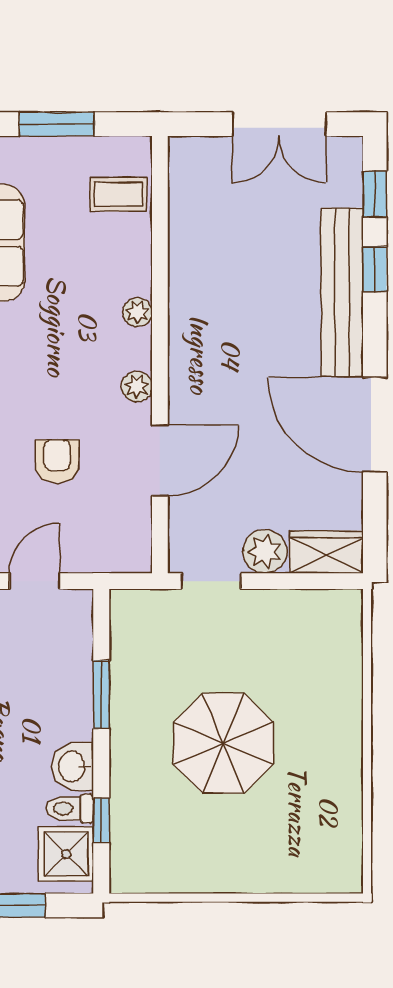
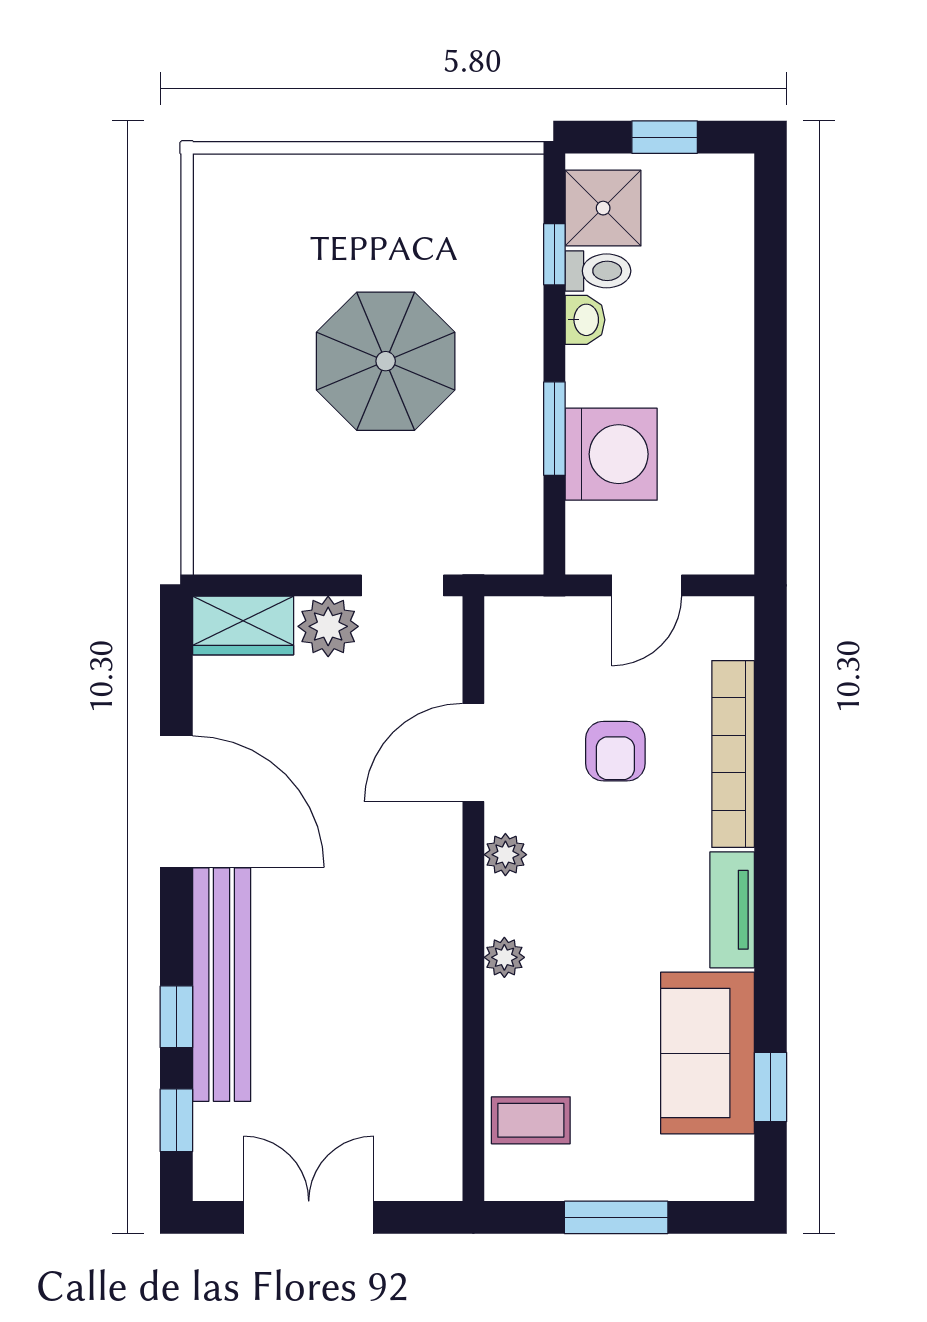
washing machine: (60, 676) -> (611, 454), added
washbasin: (73, 766) -> (585, 320), width x0.72, depth x0.69

